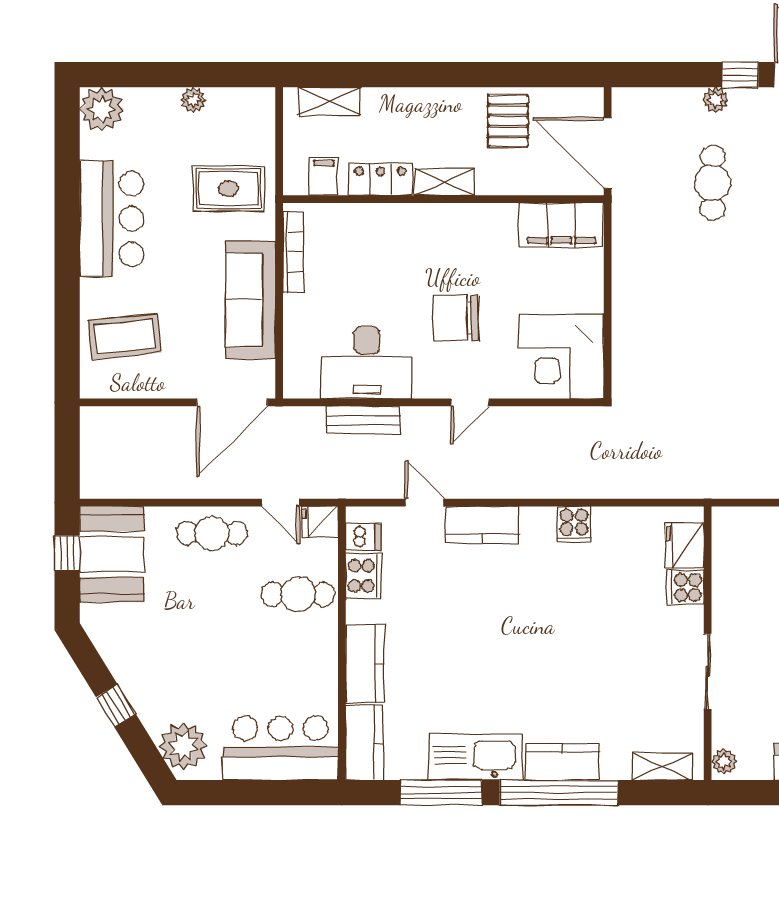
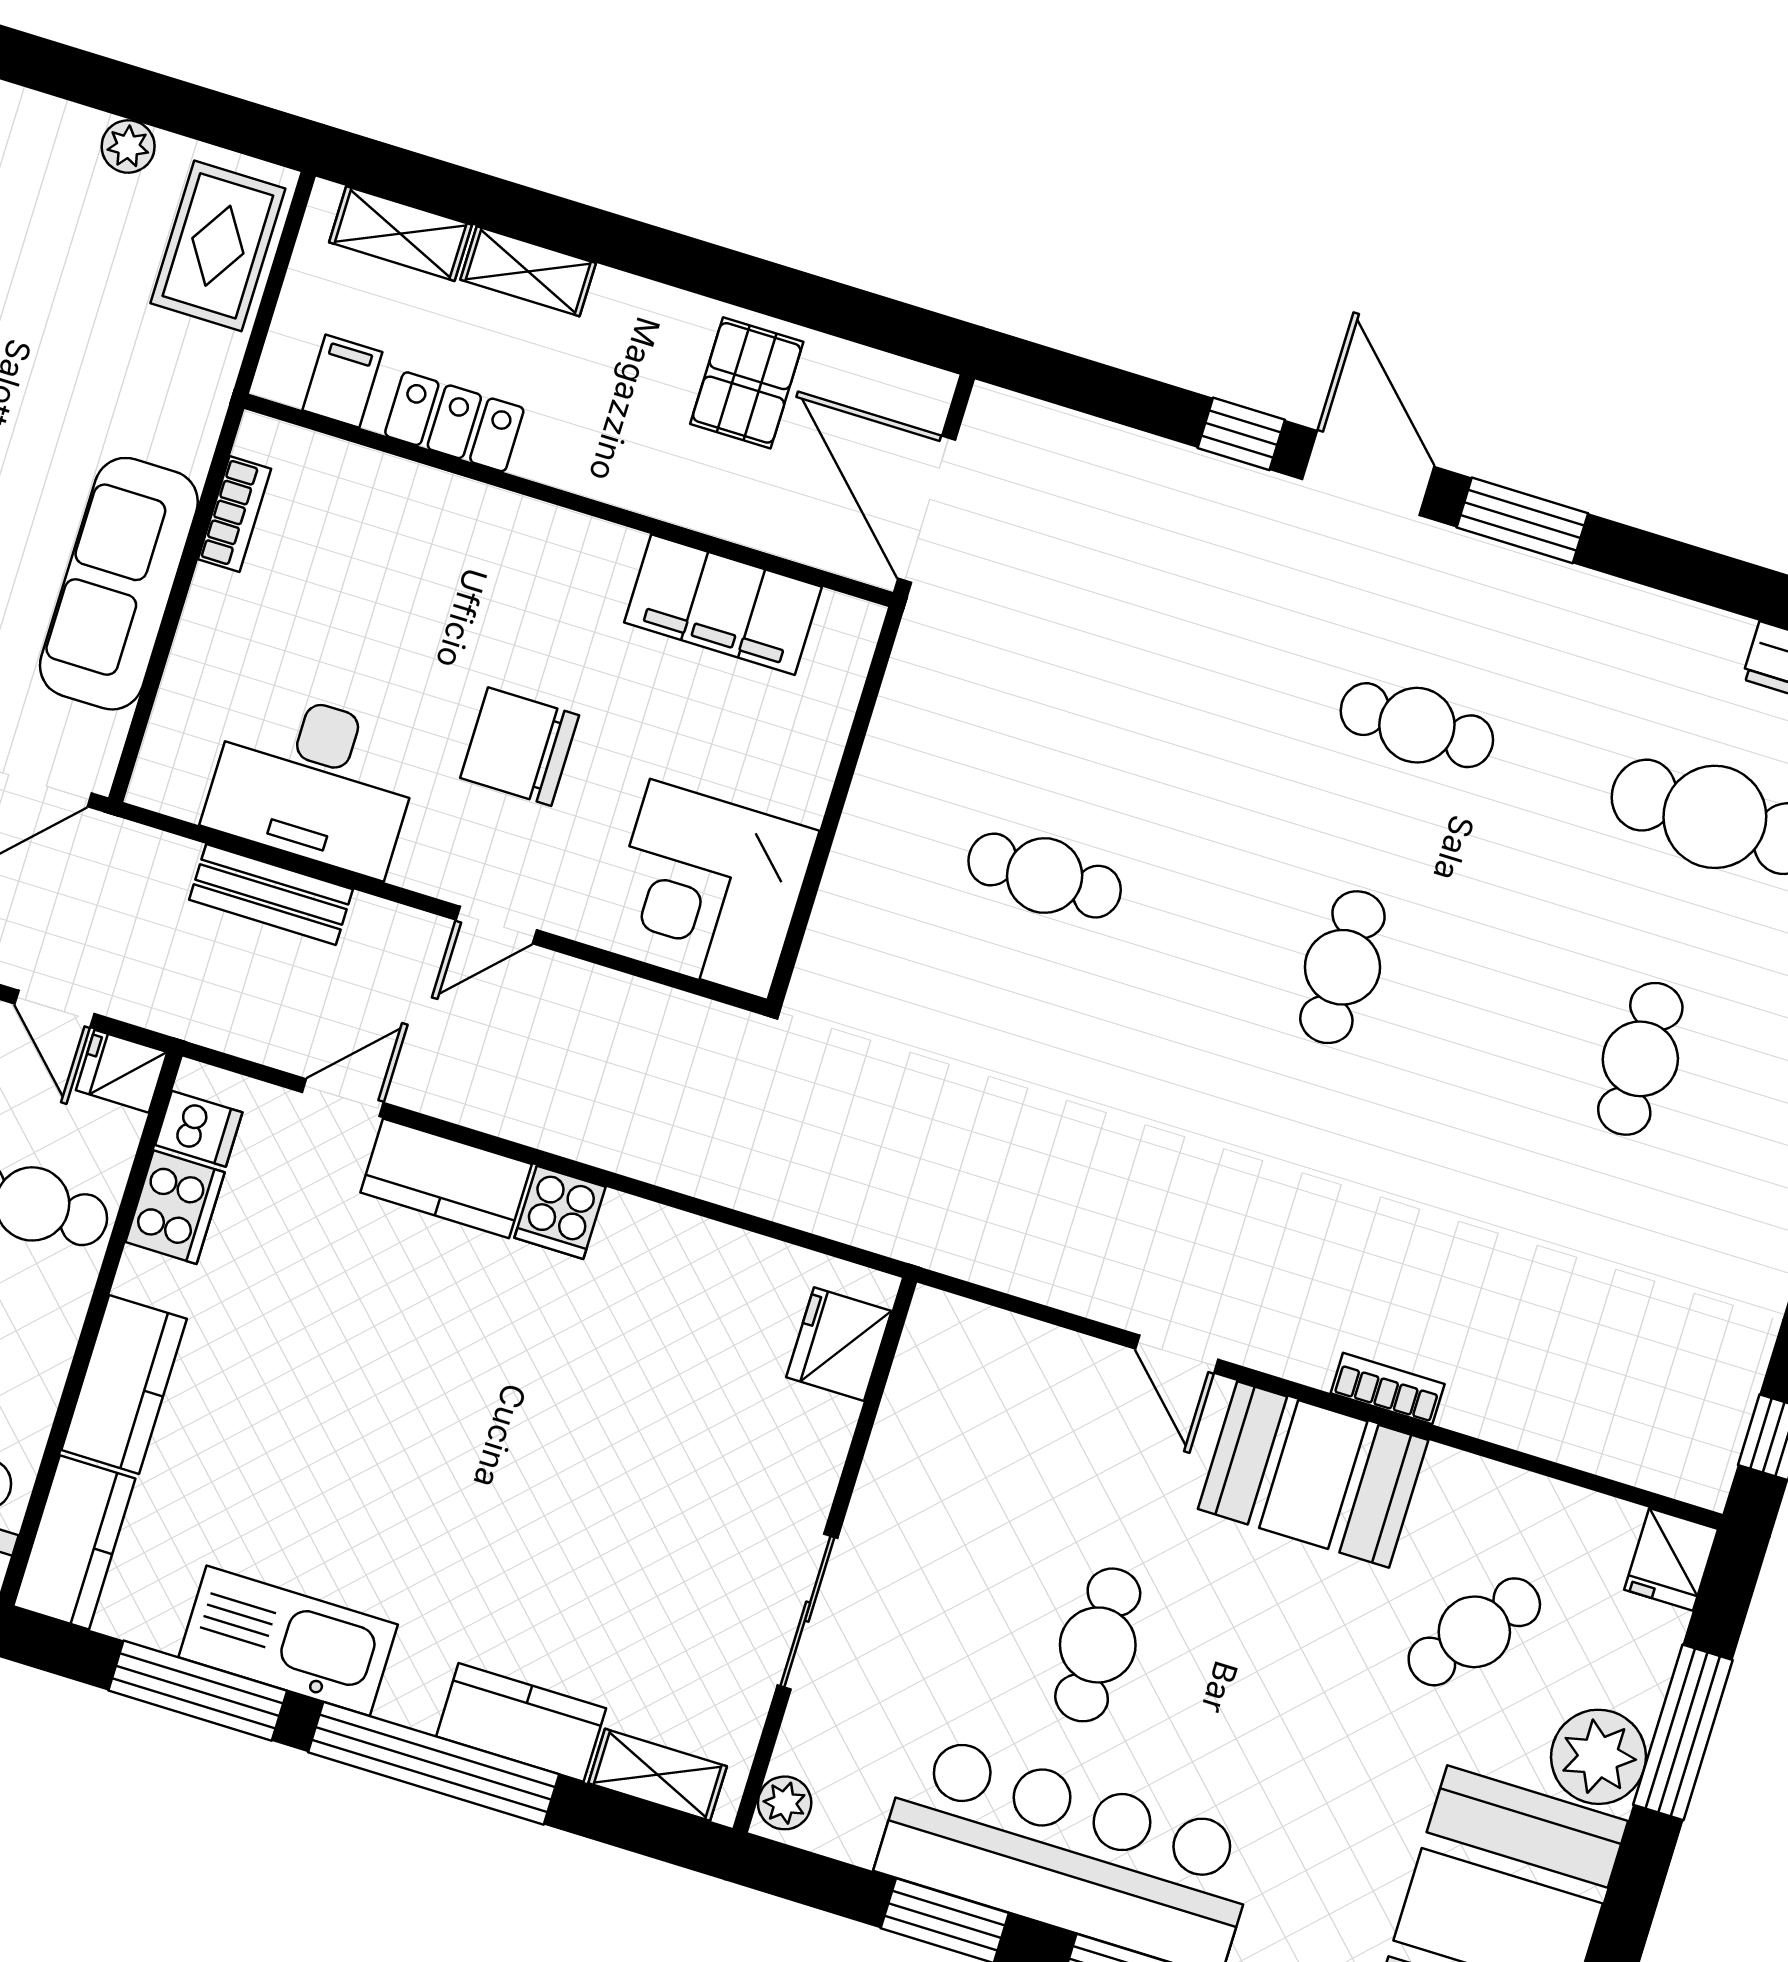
plant: (715, 100) -> (1176, 469), removed
shelving: (444, 182) -> (528, 271), moved
cafe table: (712, 183) -> (1045, 876), moved, turned 90
rug: (229, 189) -> (218, 246), moved, turned 90
filing cabinet: (561, 225) -> (723, 605), moved
bookcase: (293, 252) -> (234, 514), width x0.64
door: (424, 503) -> (343, 1098), hinge flipped
cooker: (574, 524) -> (560, 1212), moved
cooker: (686, 588) -> (815, 1430), removed
kitchen counter: (562, 762) -> (521, 1722), moved

